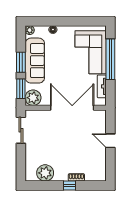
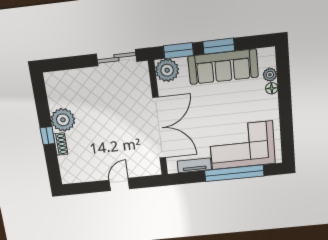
plant: (30, 30) -> (270, 75), moved
plant: (45, 173) -> (63, 120), moved

